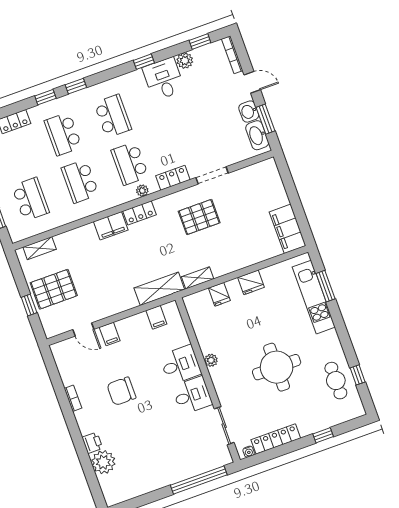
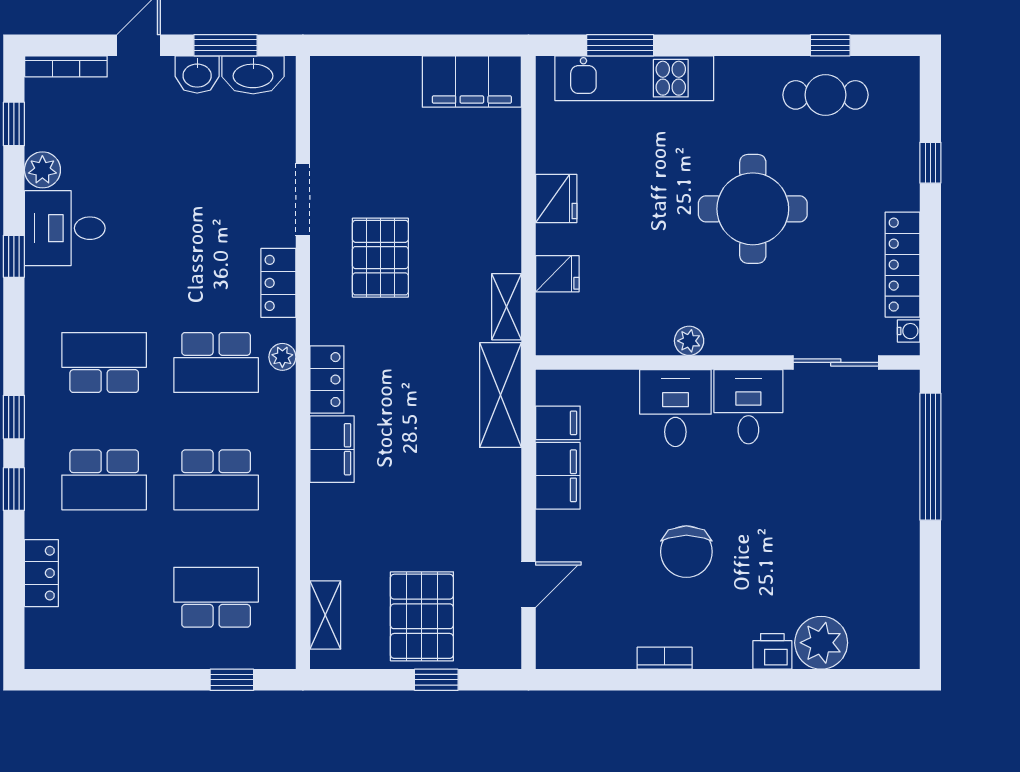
filing cabinet: (110, 334) -> (558, 476), moved, width x2.00

